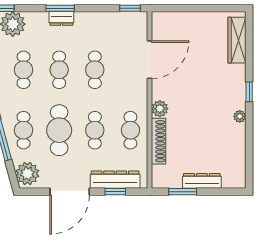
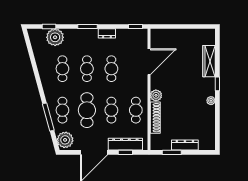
dresser: (61, 18) -> (107, 33), moved
wardrobe: (237, 40) -> (209, 61), moved

